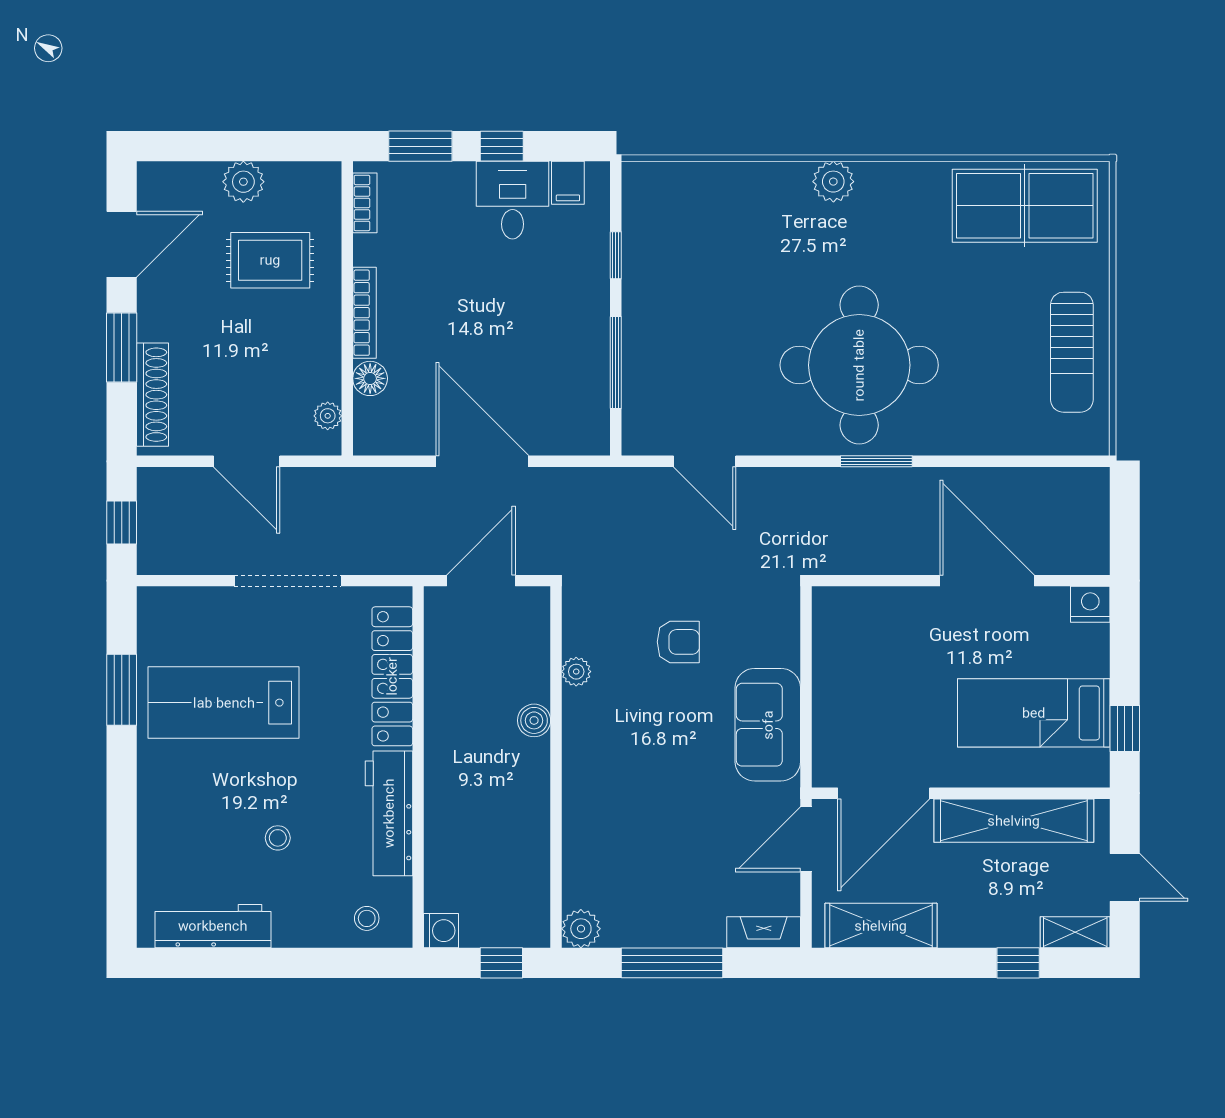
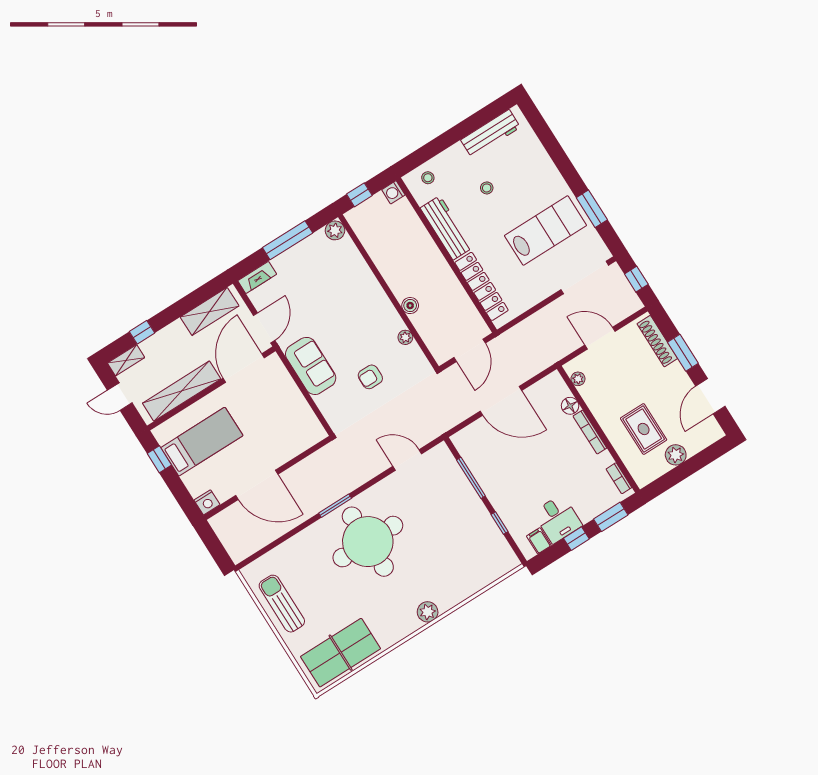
rug: (270, 260) -> (644, 429), turned 90
doorway: (288, 581) -> (585, 278), moved

